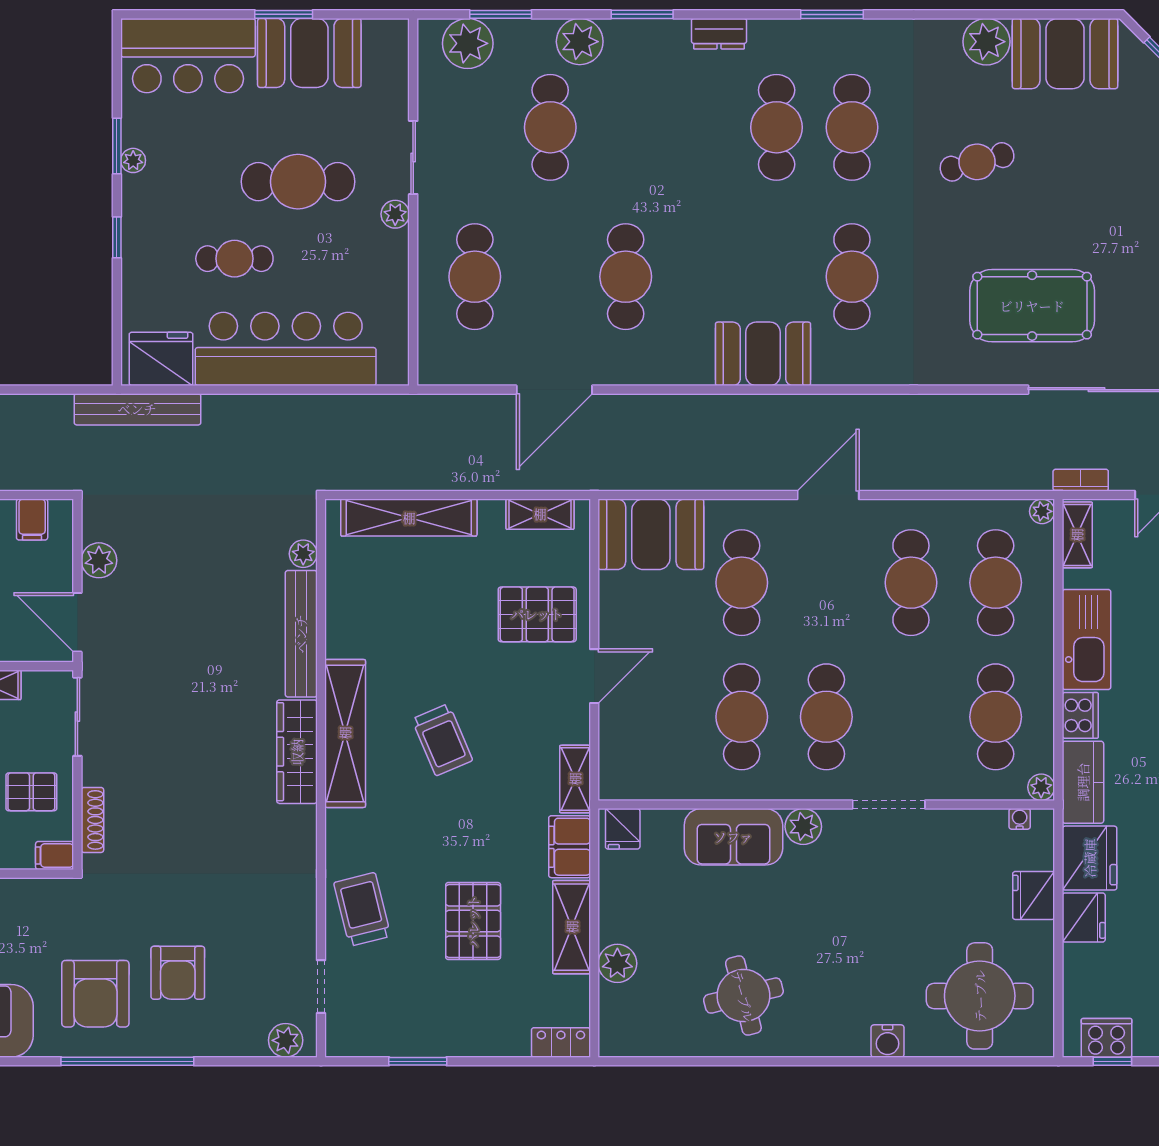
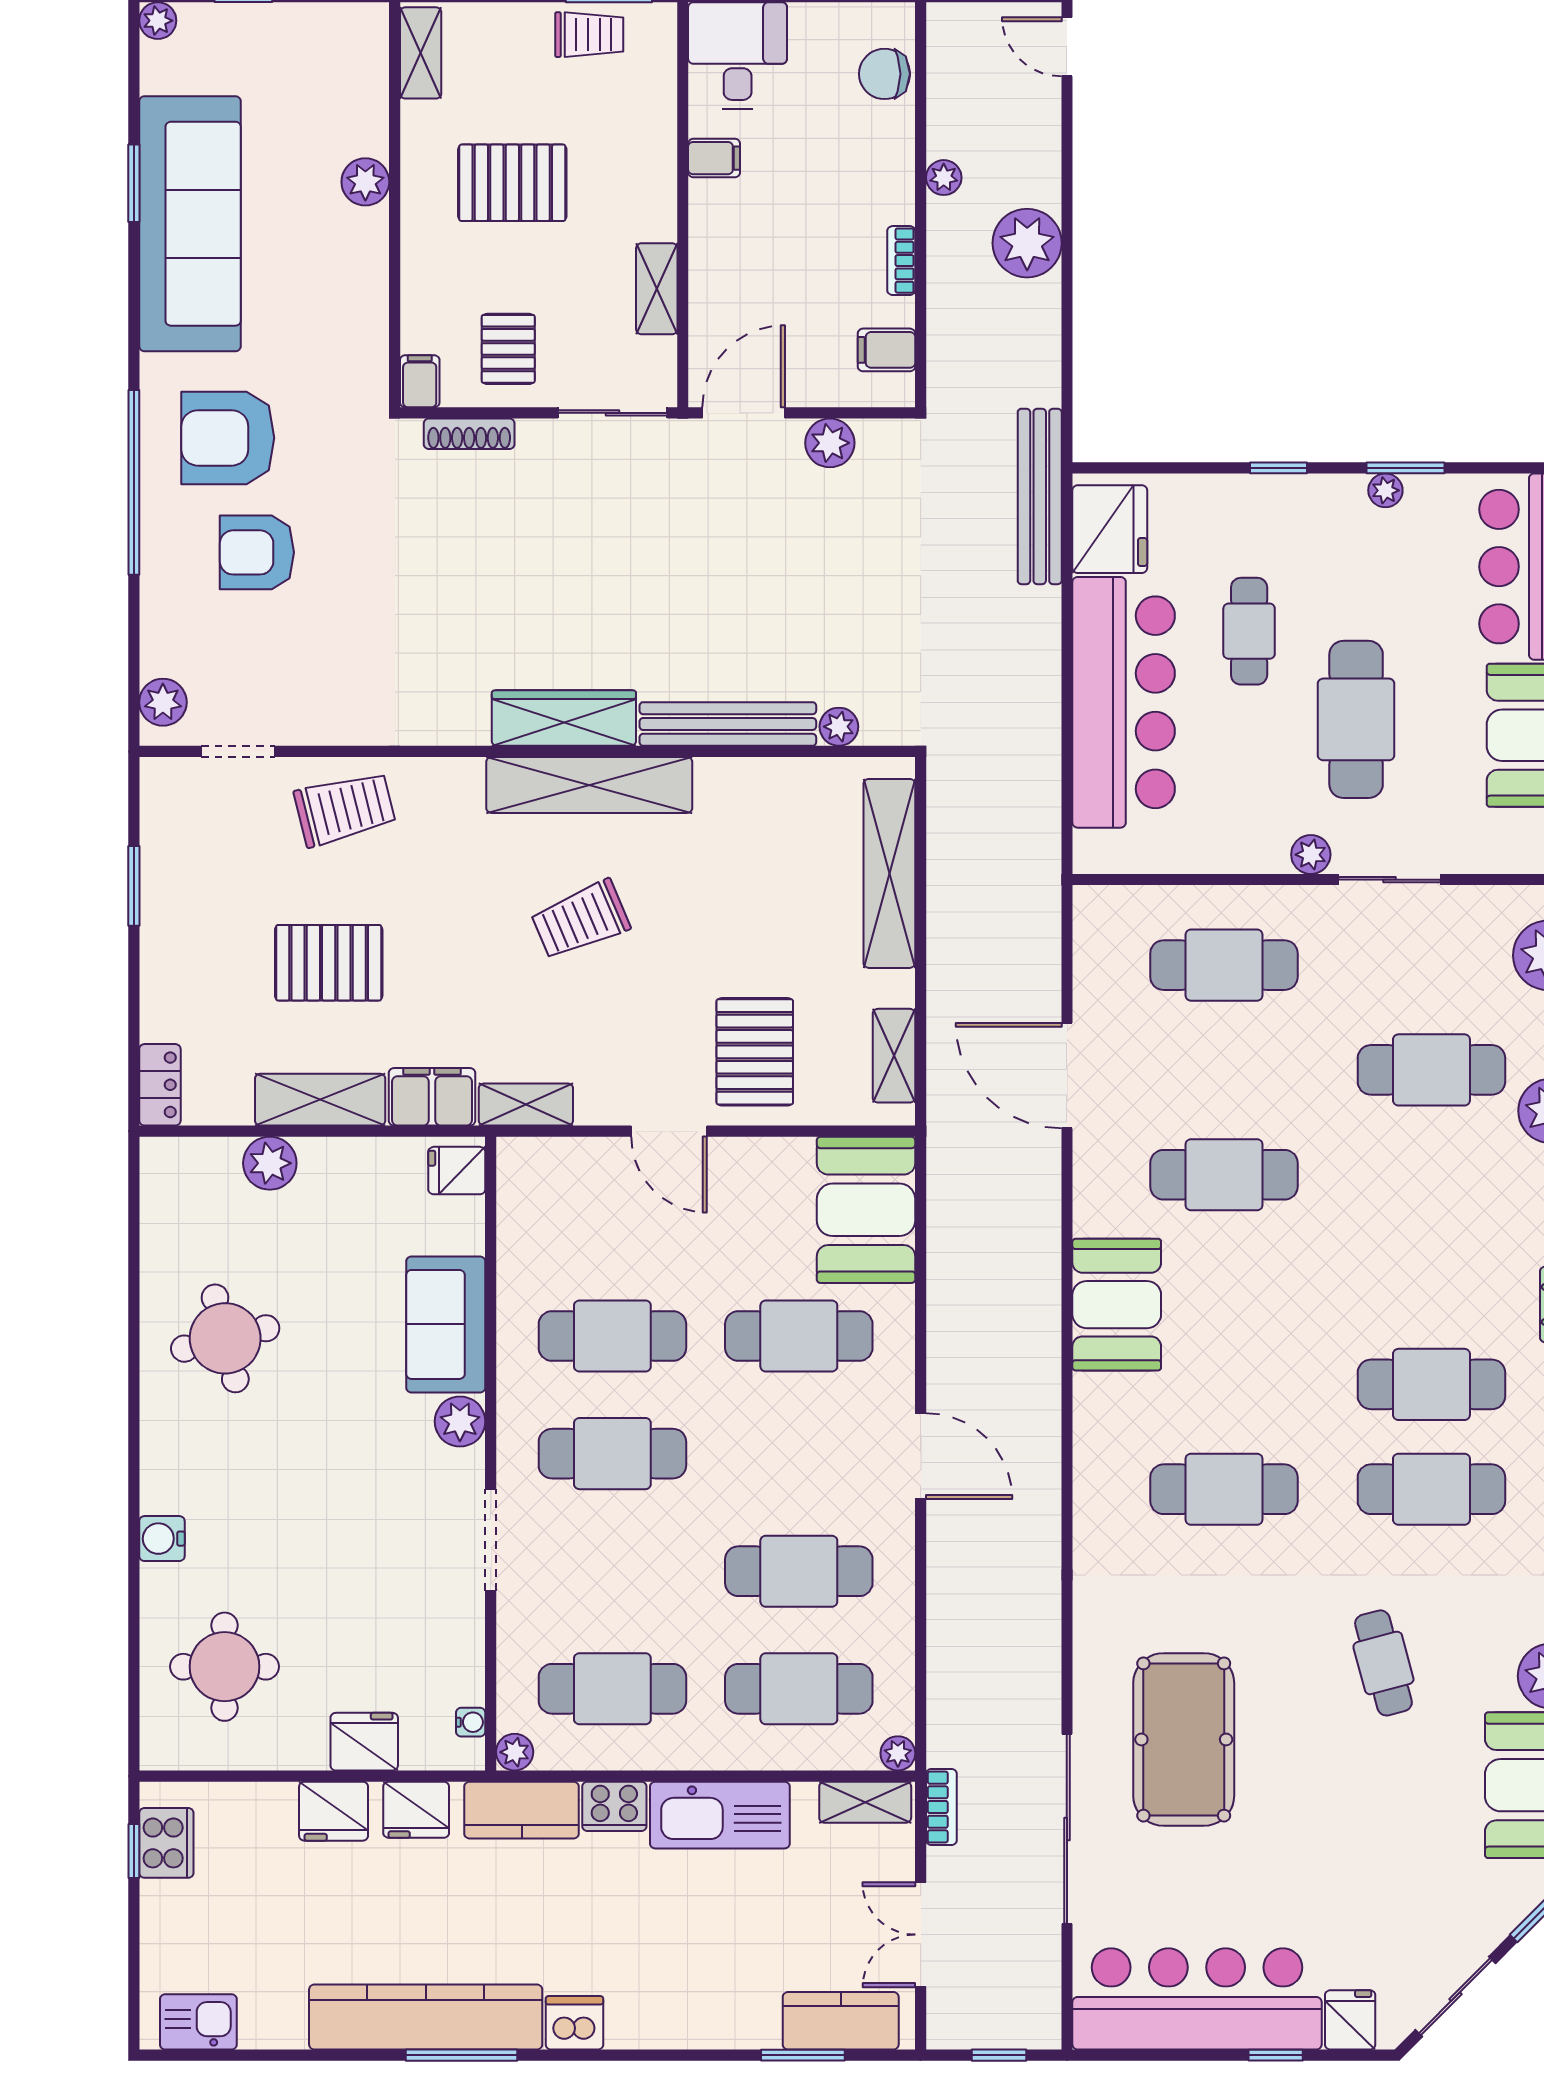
booth: (763, 354) -> (1117, 1305), moved
fridge: (1090, 858) -> (416, 1810), width x0.73, depth x0.75
round table: (980, 996) -> (225, 1667), width x0.73, depth x0.73

